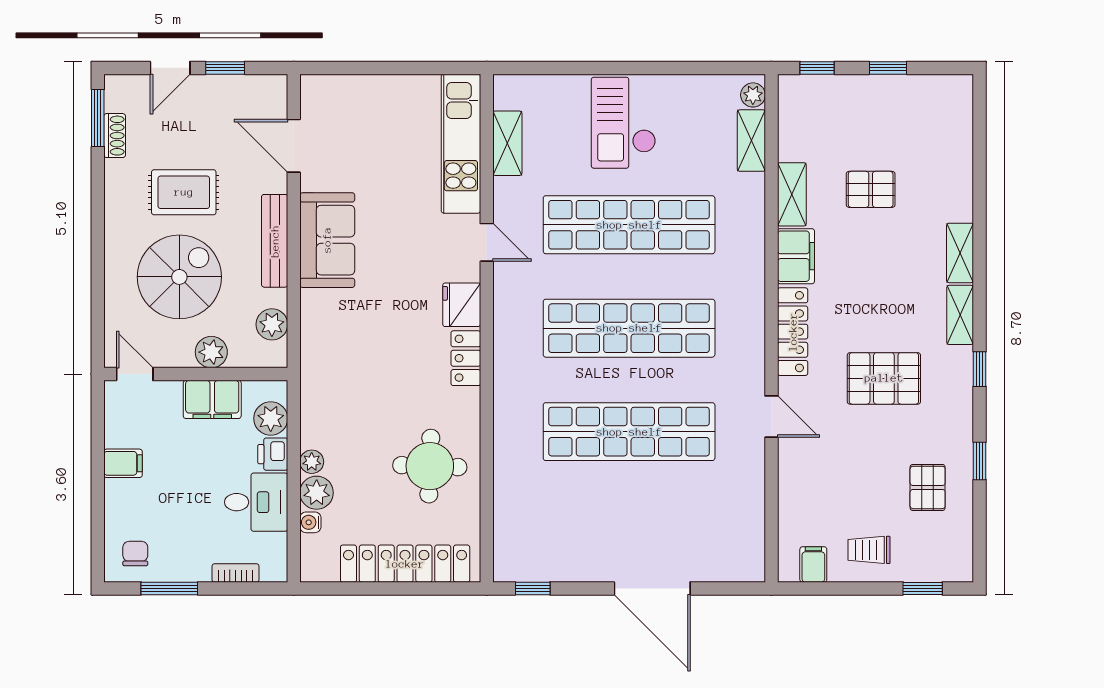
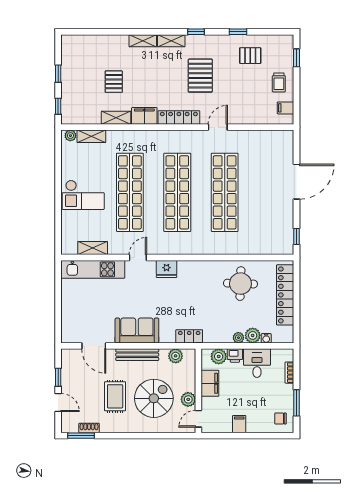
door: (294, 146) -> (94, 346), hinge flipped
spiral stairs: (179, 277) -> (154, 398), turned 90
plant: (211, 352) -> (188, 399), moved
locker: (466, 358) -> (189, 336), moved, turned 180

